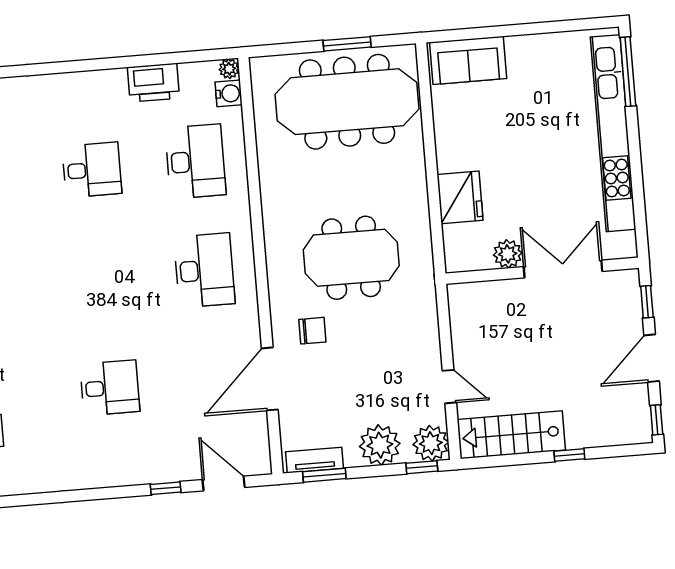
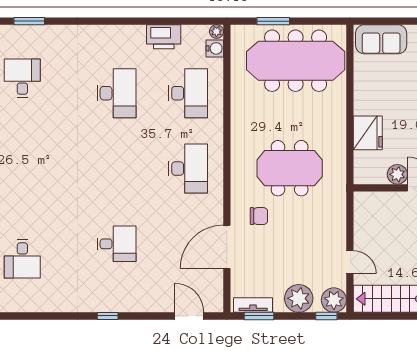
window: (347, 44) -> (273, 21), moved
desk: (92, 170) -> (116, 93), width x1.37
window: (166, 488) -> (108, 316), moved

